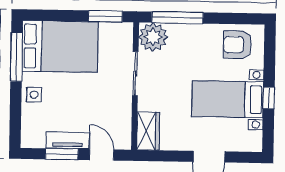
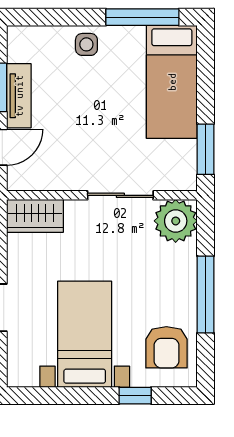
window: (177, 18) -> (205, 294), moved
armchair: (237, 45) -> (166, 347), turned 180
bed: (60, 47) -> (172, 82), width x0.67
window: (269, 98) -> (135, 396), moved

